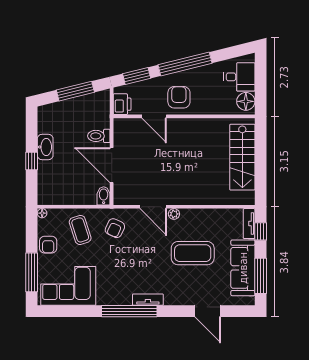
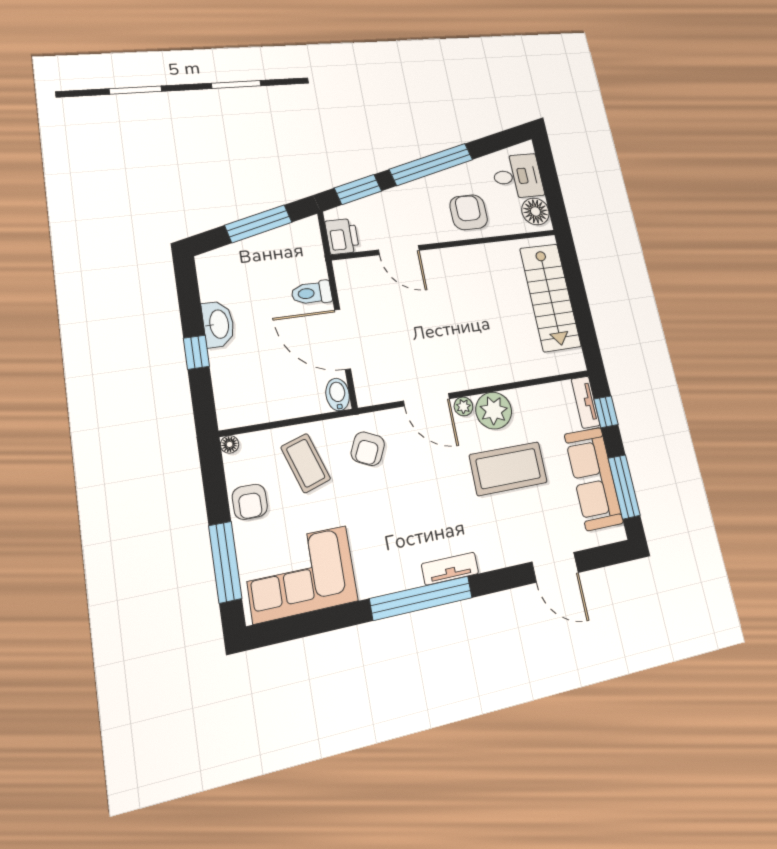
armchair: (179, 97) -> (469, 212), moved
plant: (191, 219) -> (494, 411), added

